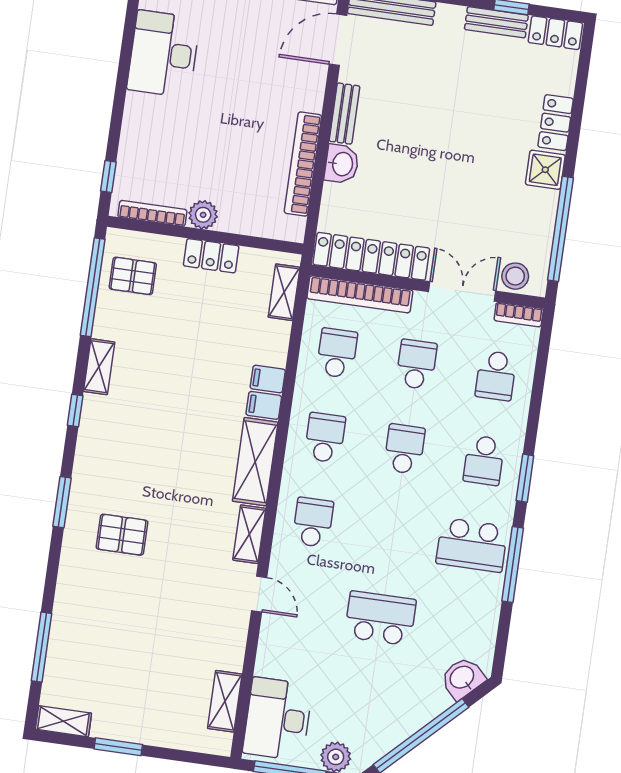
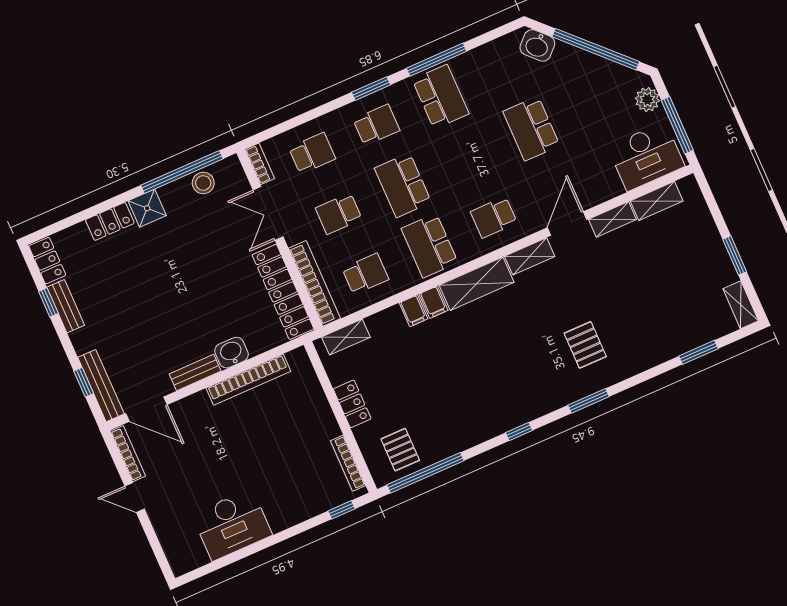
plant: (203, 215) -> (327, 427), removed
stool: (515, 276) -> (203, 183), moved
school desk: (337, 353) -> (365, 274), turned 180
shelving: (99, 367) -> (612, 219), moved
school desk: (325, 438) -> (430, 246), width x1.85
school desk: (404, 449) -> (403, 185), width x1.85
door: (259, 594) -> (567, 224), width x1.37
window: (41, 647) -> (699, 352), width x0.69

